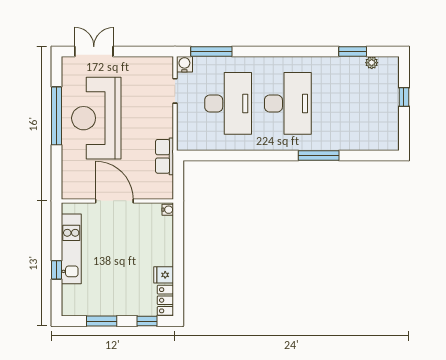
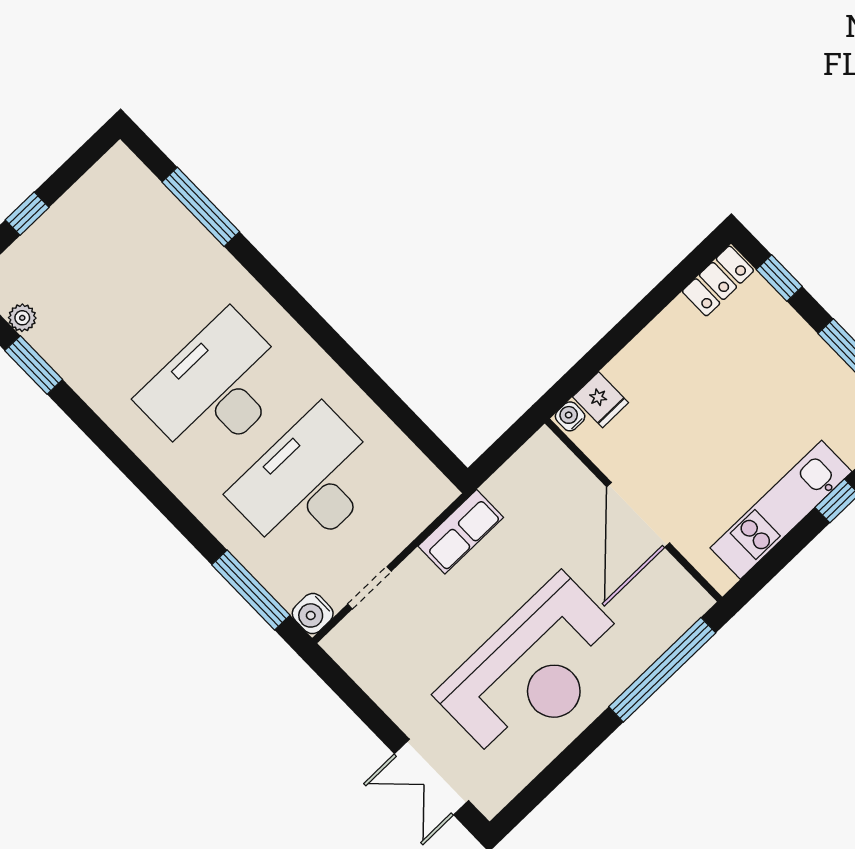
window: (56, 116) -> (662, 670), moved
window: (319, 155) -> (201, 207), moved
row of seats: (165, 156) -> (461, 532), moved
fridge: (164, 275) -> (601, 400), moved

